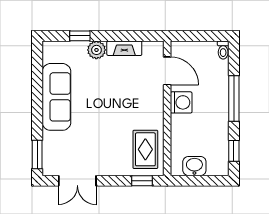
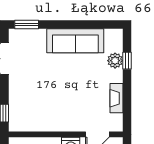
plant: (96, 50) -> (115, 61), moved
rug: (145, 149) -> (31, 116), removed

